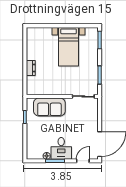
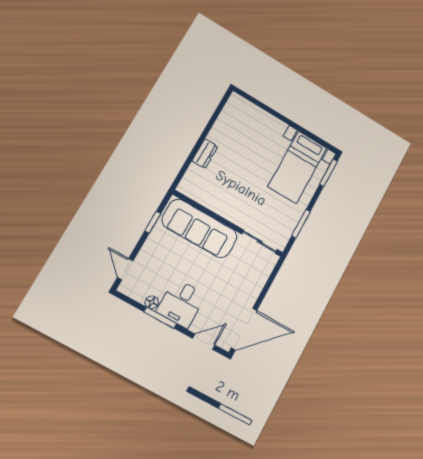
bed with nightstands: (69, 47) -> (298, 167), moved
sofa: (49, 107) -> (200, 228), width x1.36
door: (25, 147) -> (125, 269), added

